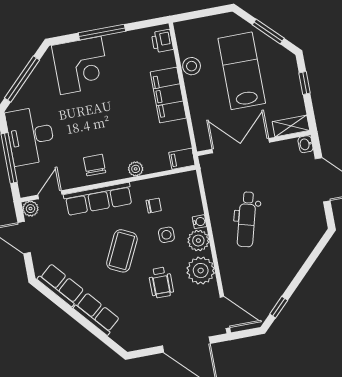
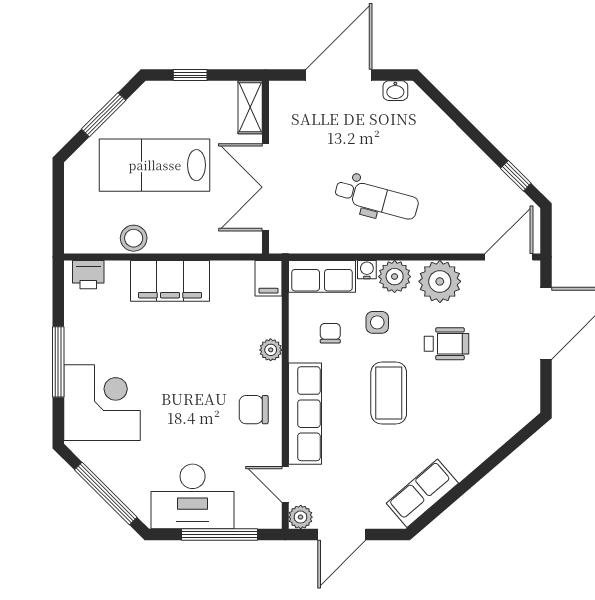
washbasin: (305, 144) -> (395, 91), moved
coffee table: (122, 251) -> (389, 393), turned 64
row of seats: (97, 314) -> (322, 276), moved, turned -139

